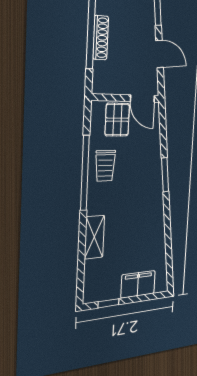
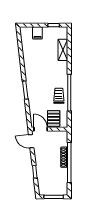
door: (160, 54) -> (31, 141), moved
shelving: (94, 237) -> (63, 50), moved
filing cabinet: (138, 284) -> (37, 33), width x0.50

